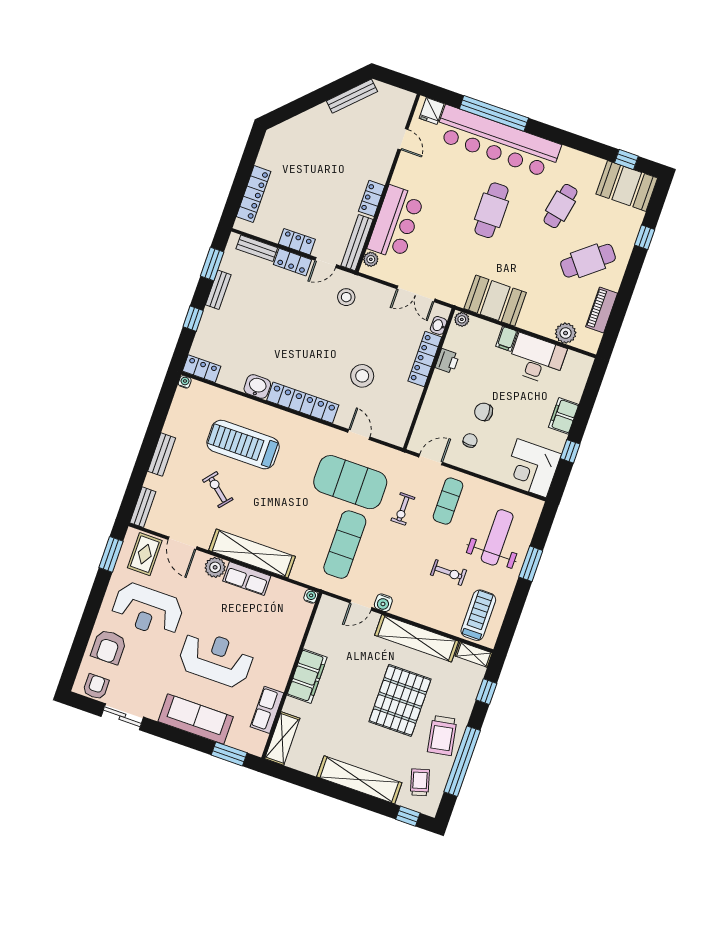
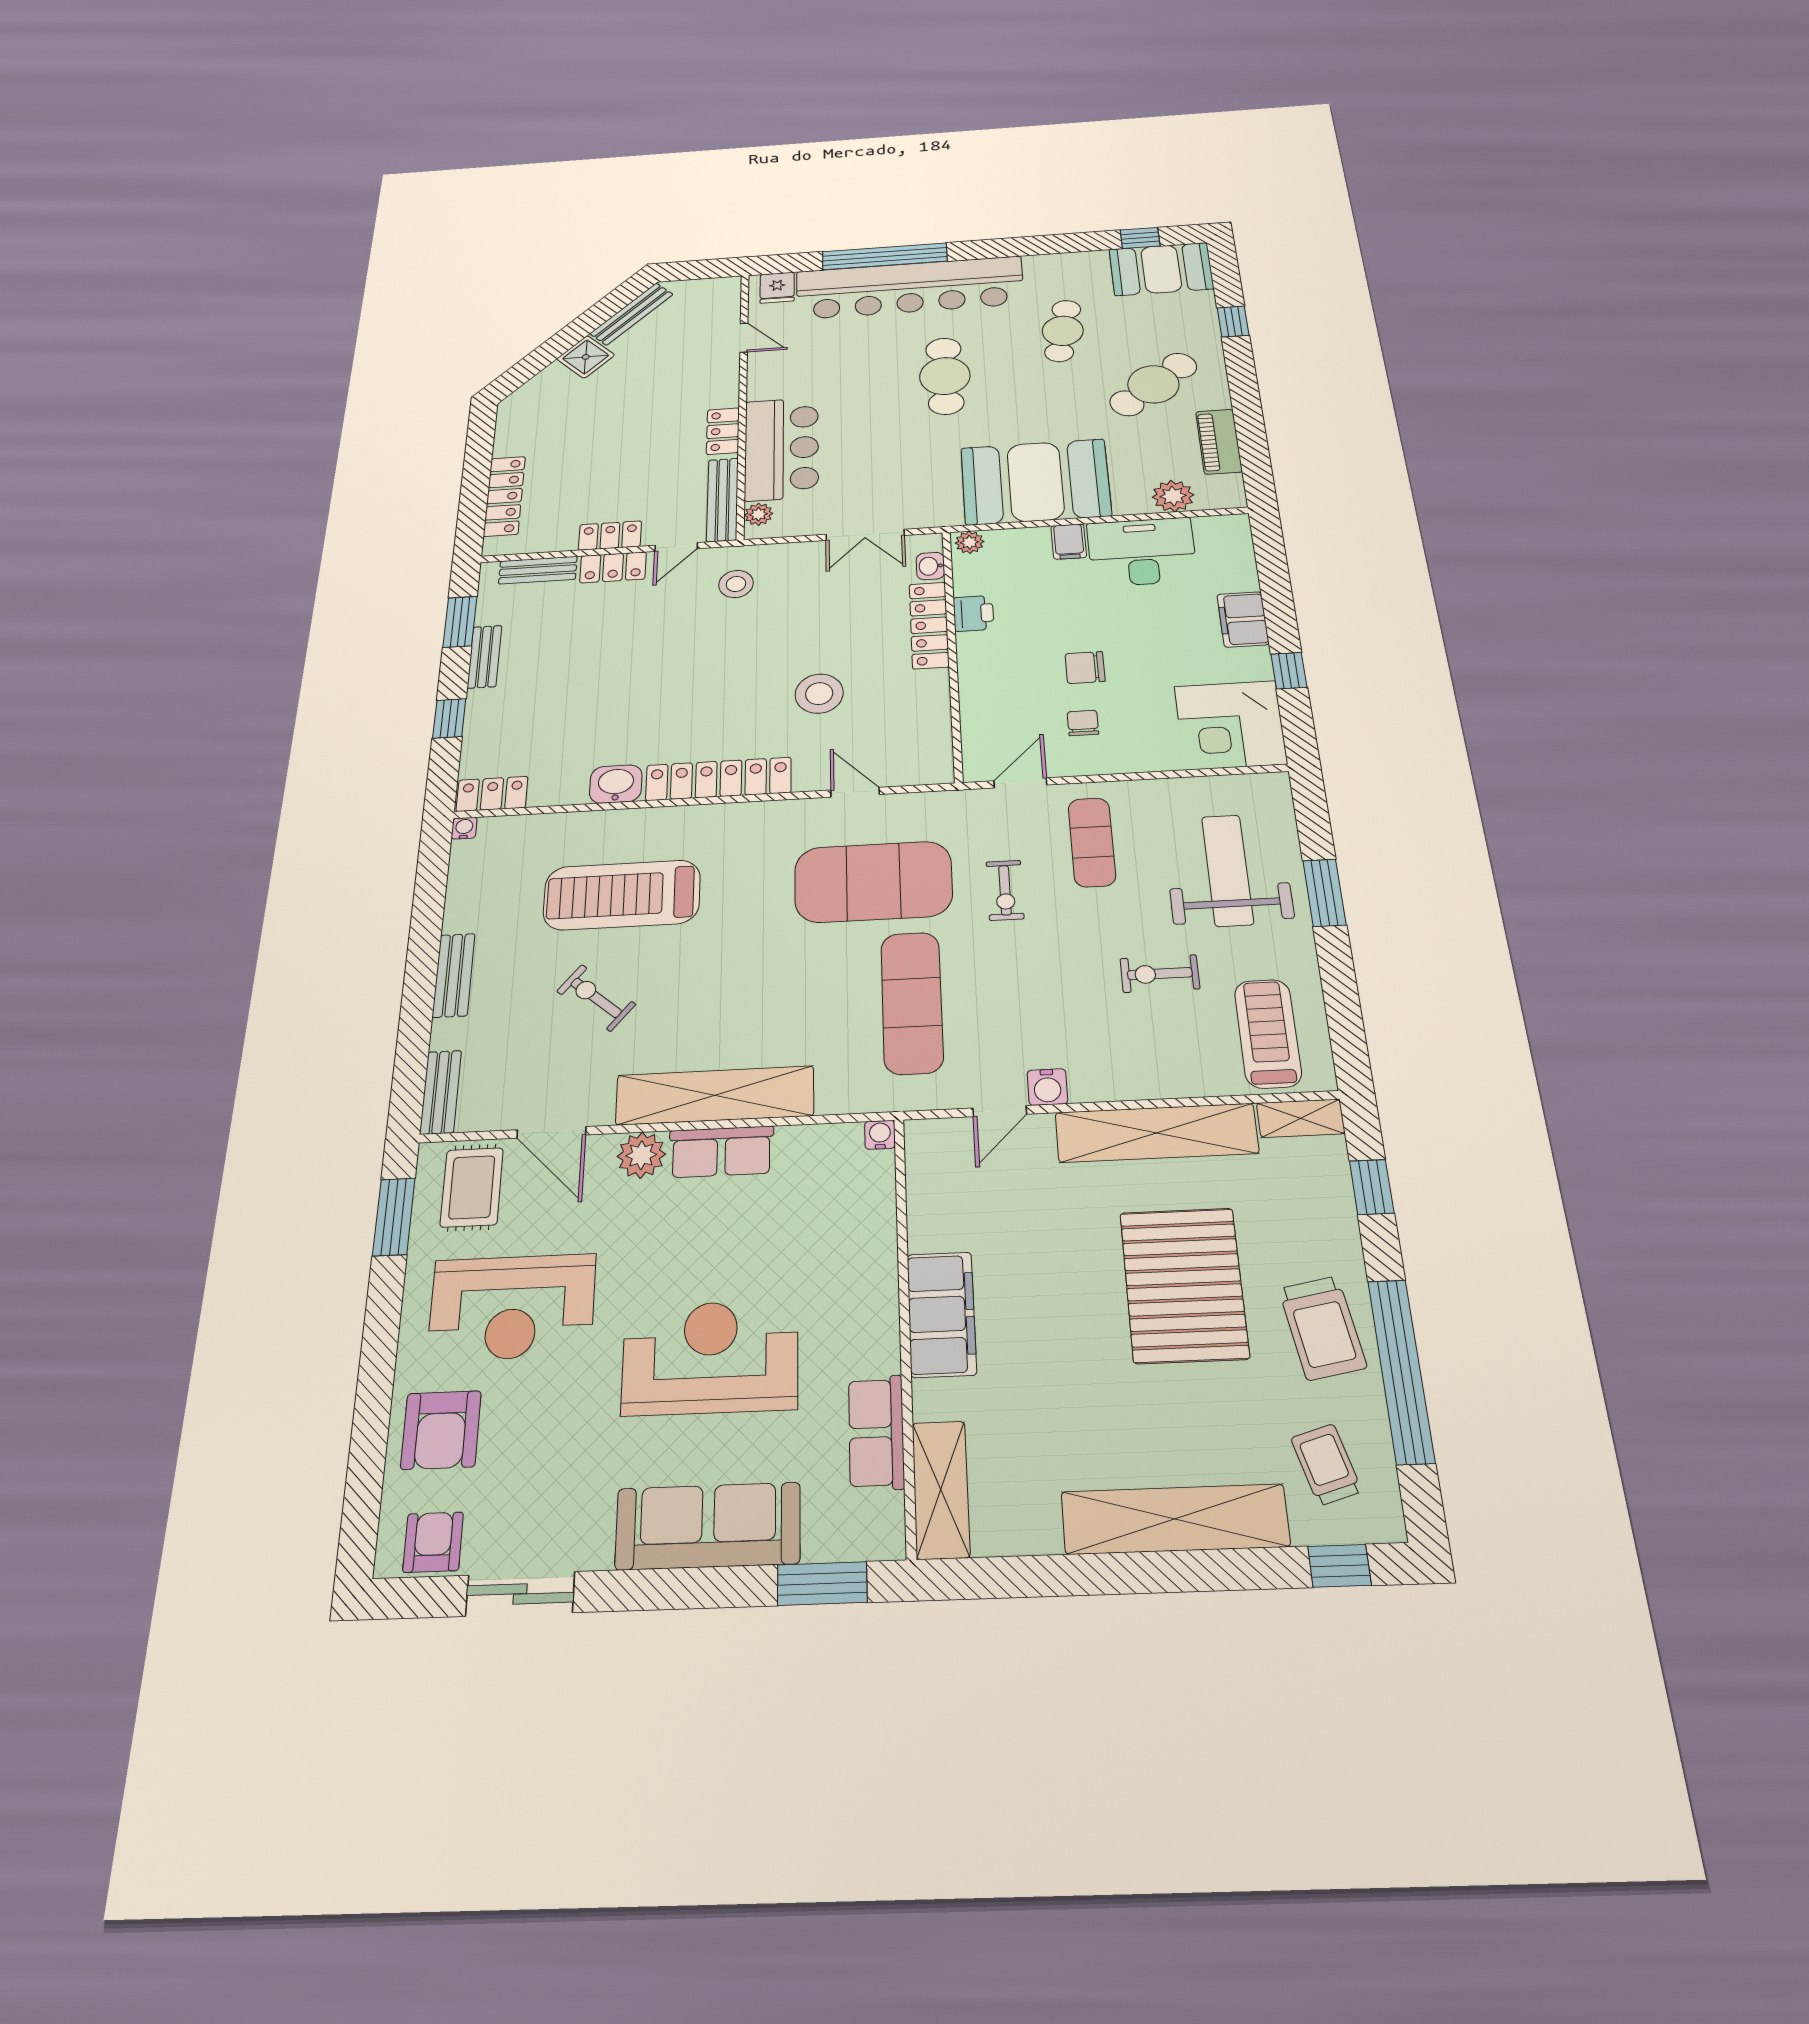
shower: (320, 117) -> (586, 357), added
booth: (495, 301) -> (1036, 482), width x1.36, depth x1.42
exercise bike: (448, 572) -> (1160, 974), turned 180

